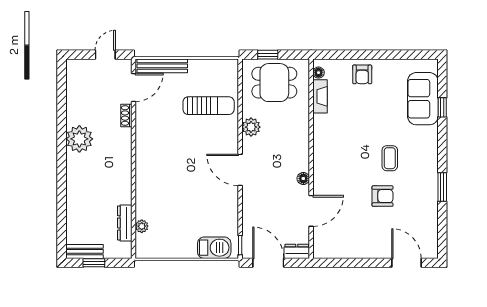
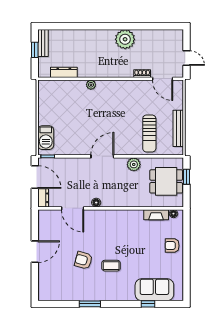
bench: (162, 66) -> (178, 128), moved
dining table: (274, 83) -> (166, 181), turned 90
armchair: (383, 196) -> (83, 260), turned 106
plant: (142, 226) -> (91, 85), moved
door: (268, 263) -> (35, 177), hinge flipped
door: (406, 263) -> (35, 252), moved

